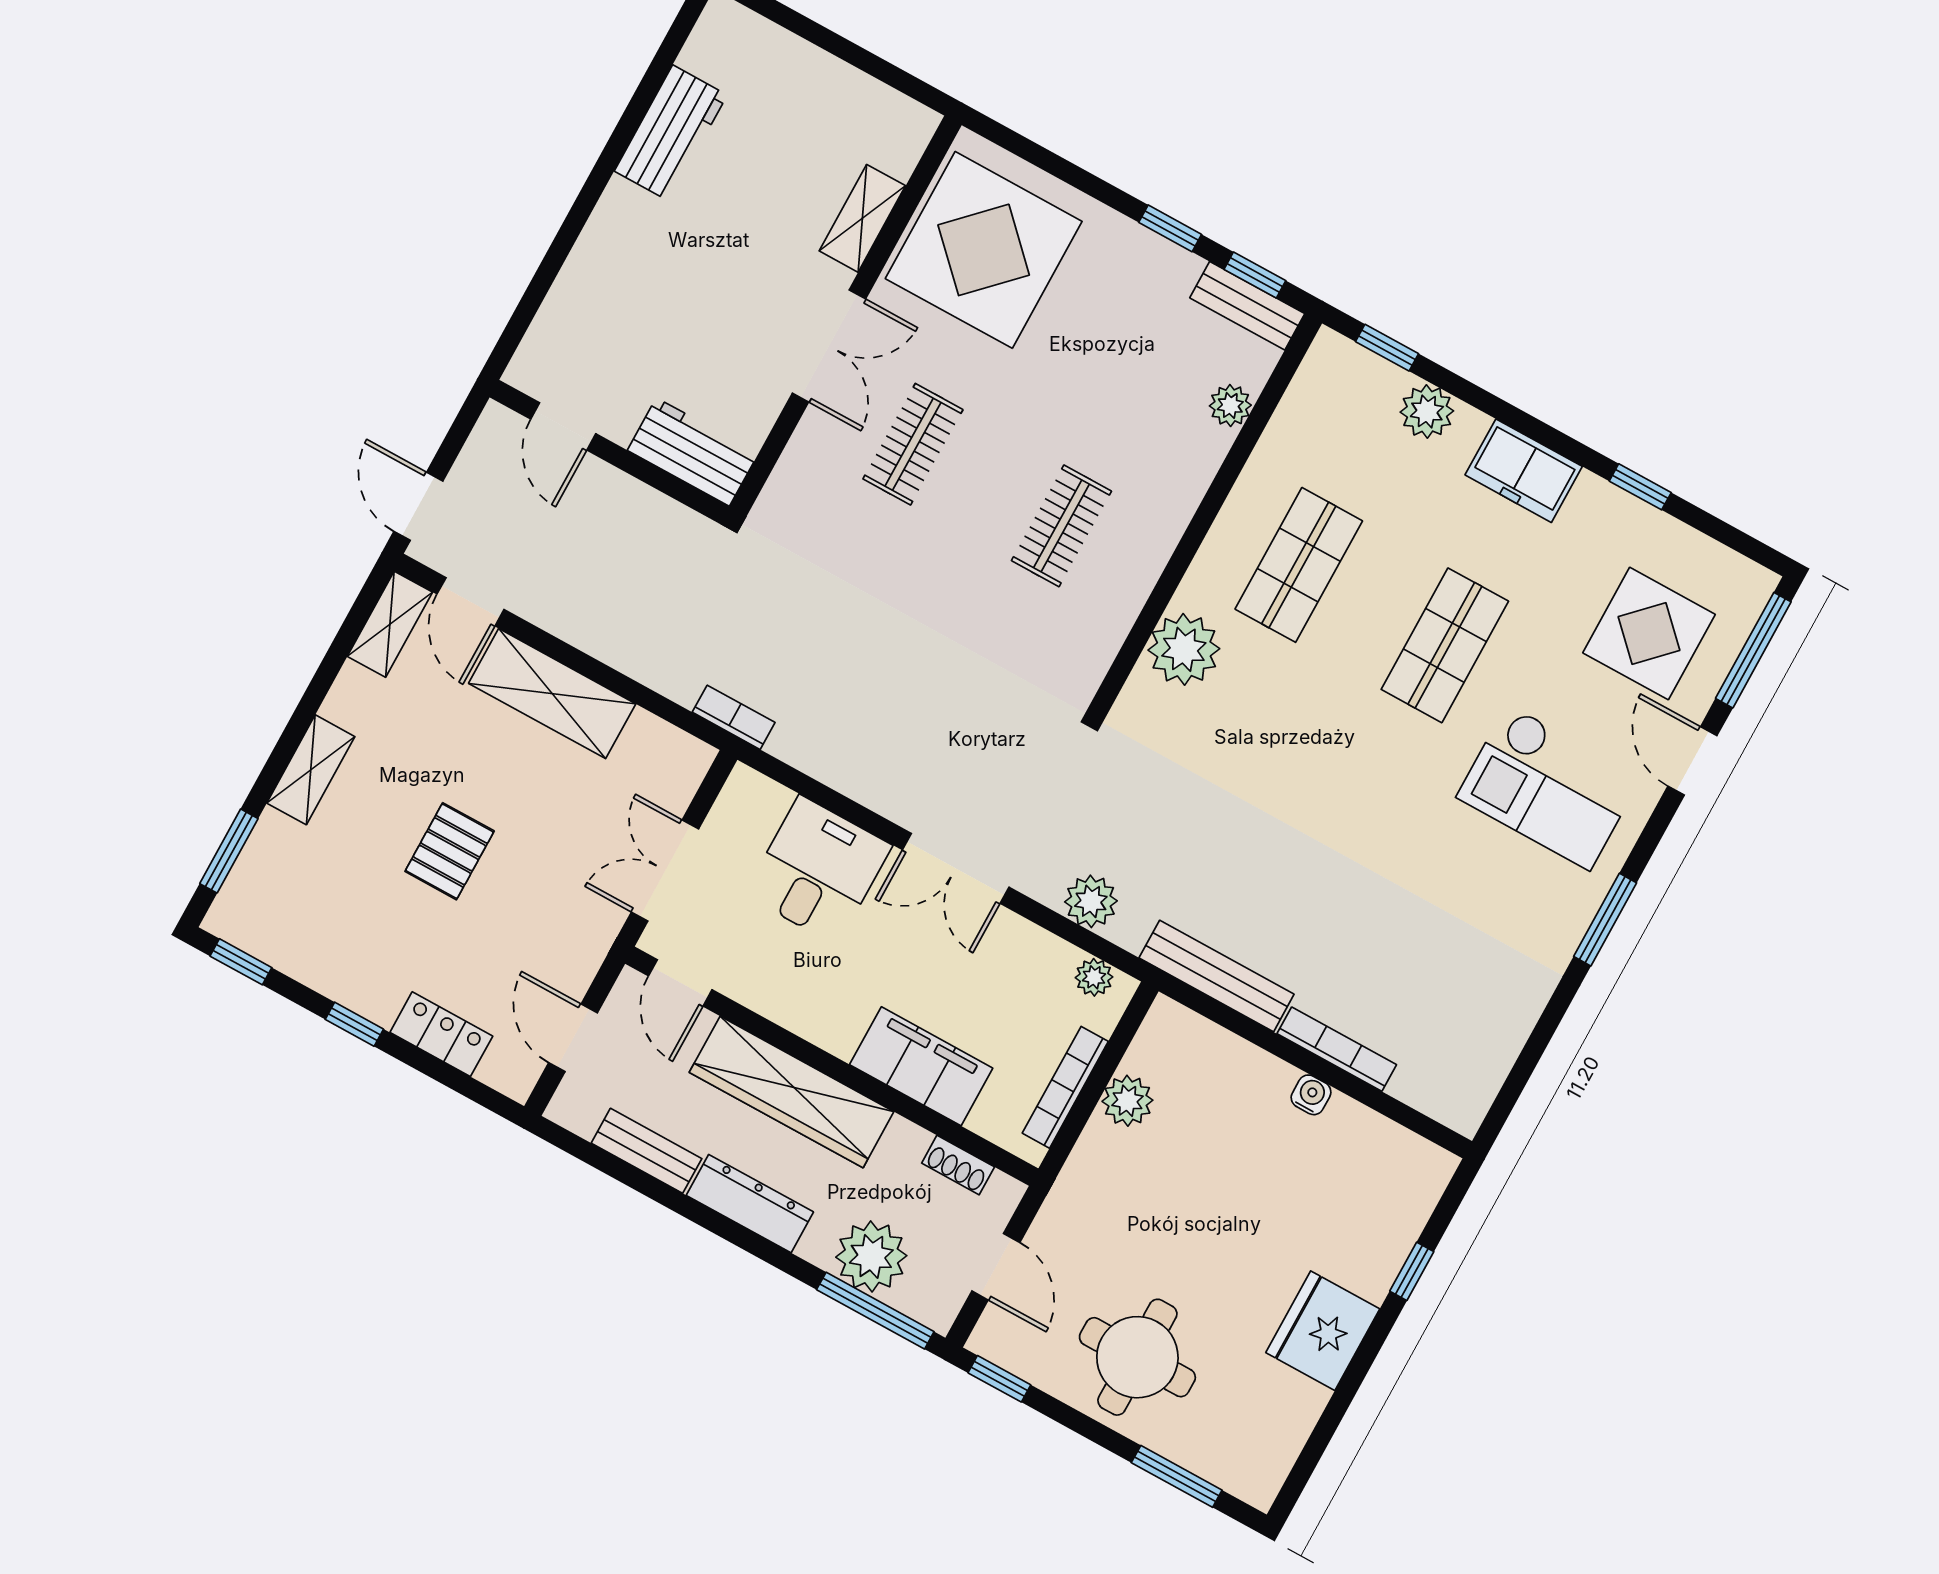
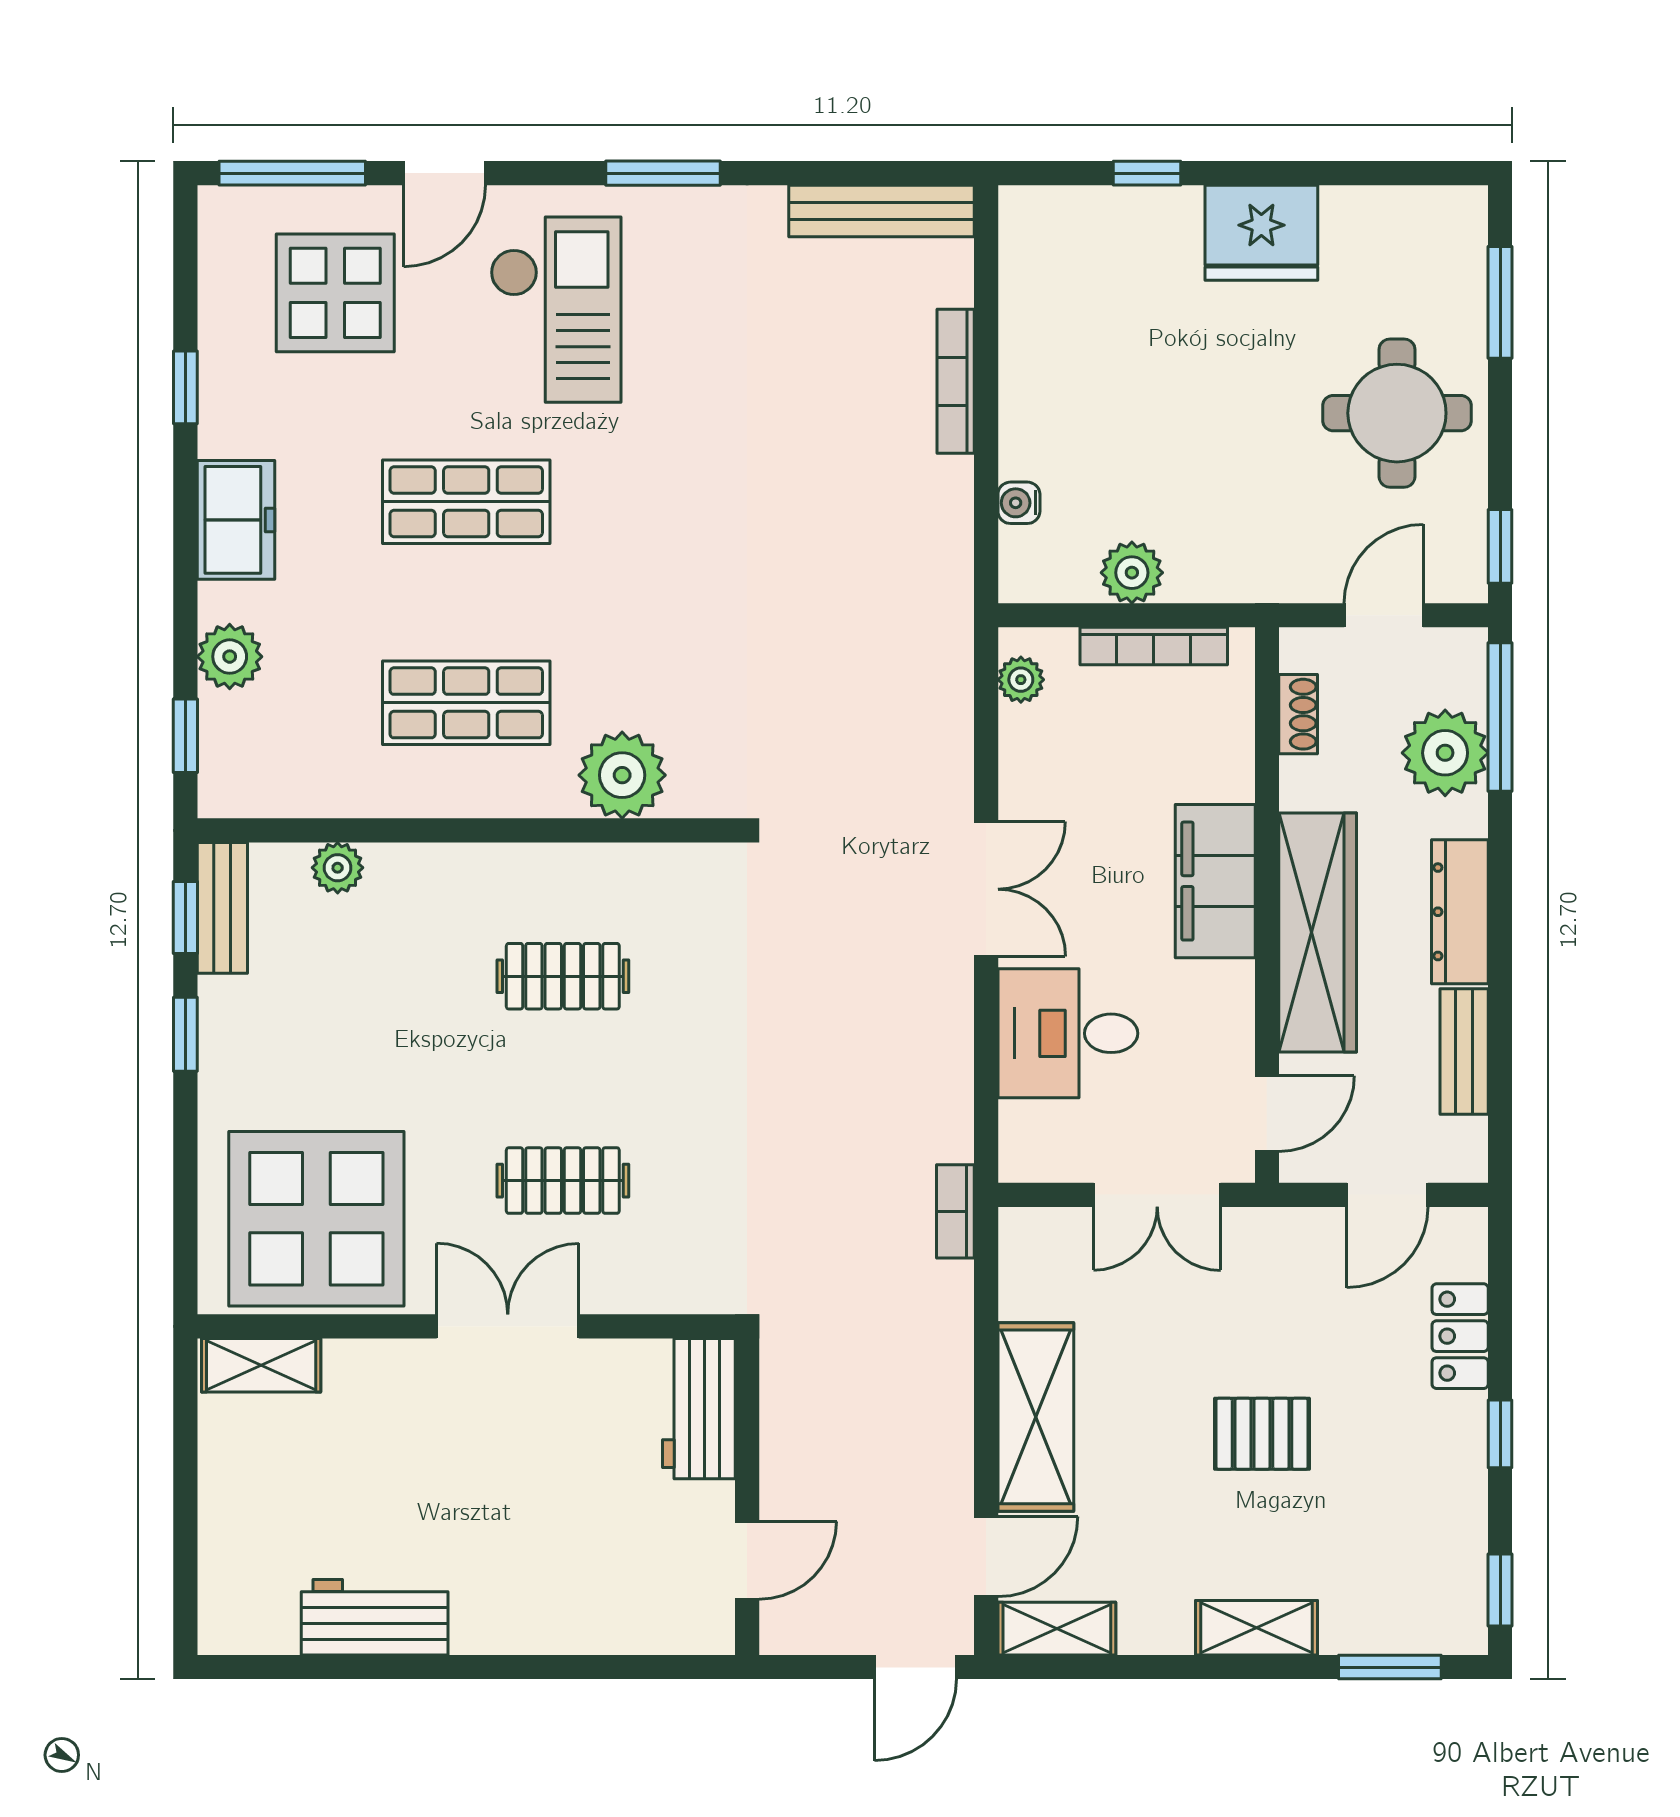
shelving: (862, 218) -> (261, 1365), moved
plant: (1091, 901) -> (942, 727), removed
bench: (1217, 976) -> (882, 211), moved, turned 90
filing cabinet: (921, 1066) -> (1215, 881), moved
water cooler: (1311, 1095) -> (1019, 503), moved

